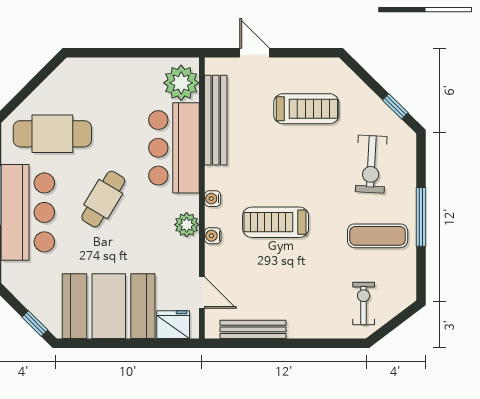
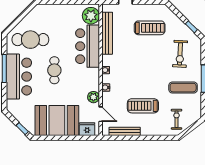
cafe table: (103, 199) -> (54, 70), turned -31
treadmill: (276, 222) -> (143, 106), moved
plant: (187, 225) -> (93, 97), moved

